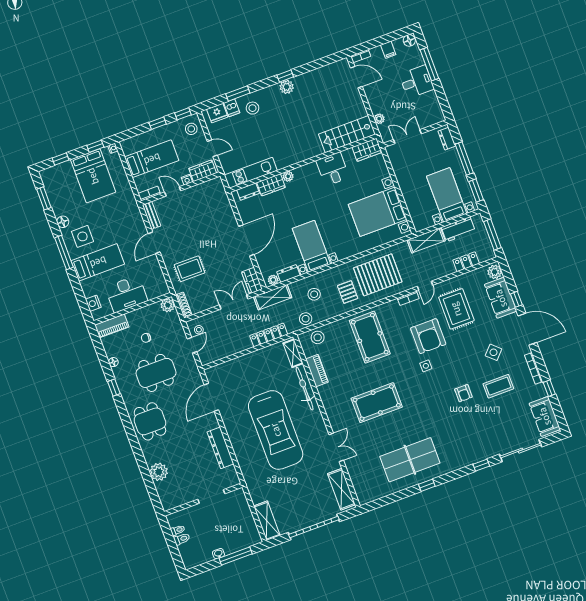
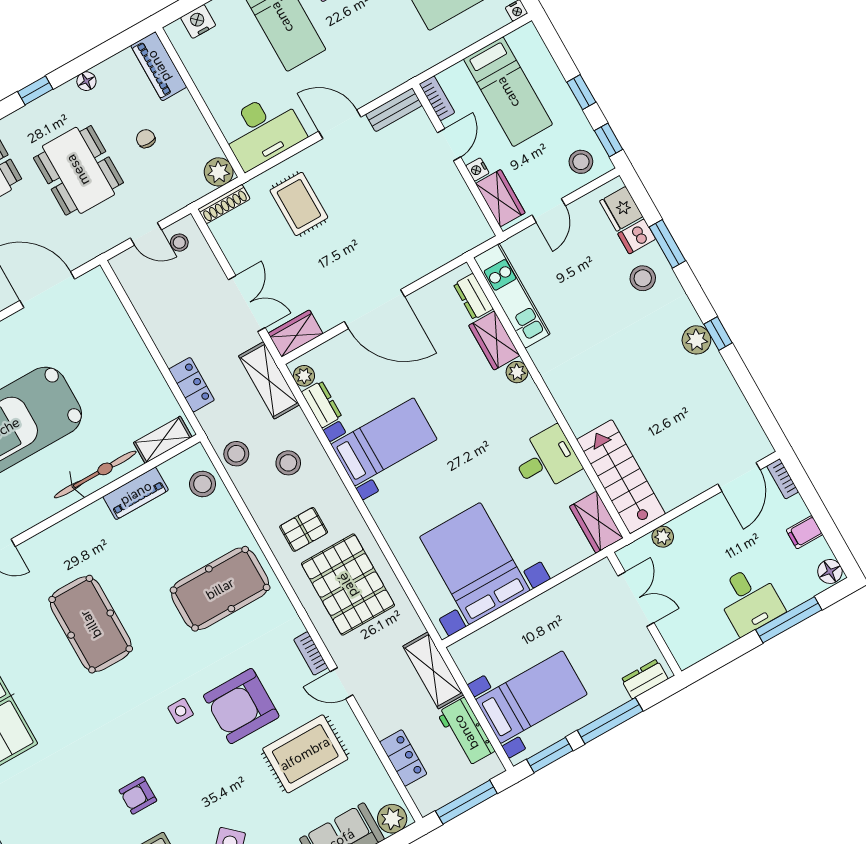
desk: (126, 294) -> (262, 130), moved, turned -90
locker: (269, 335) -> (192, 385), width x0.66

